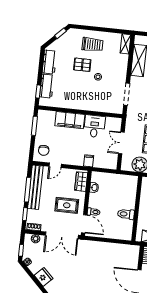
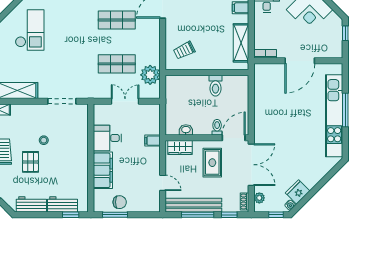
double door: (121, 143) -> (125, 101), swing flipped
chair: (44, 150) -> (120, 202), moved
fridge: (44, 277) -> (298, 192), moved

